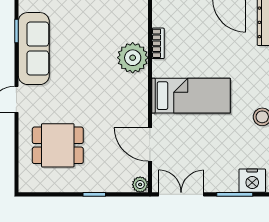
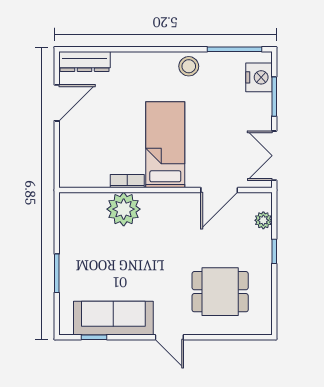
bookcase: (158, 43) -> (127, 181), moved
dining table: (58, 145) -> (220, 292), turned 90
plant: (140, 185) -> (263, 220), moved

